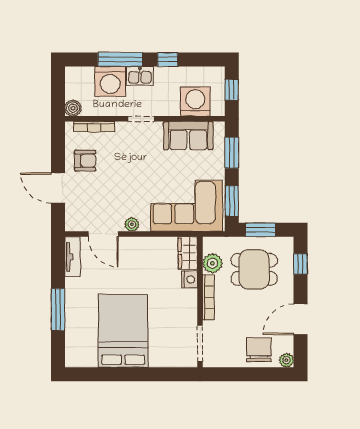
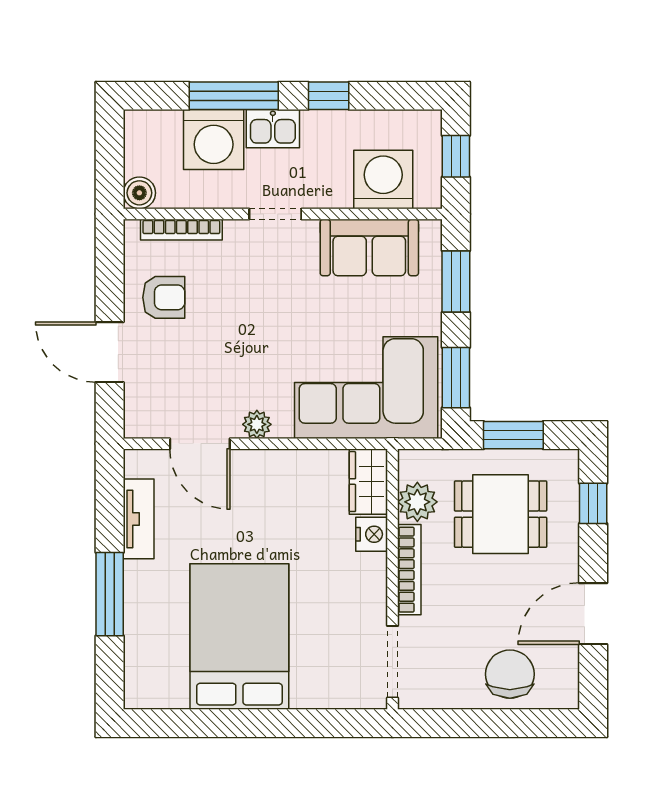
tv unit: (73, 257) -> (139, 519), moved
plant: (286, 360) -> (565, 695), removed

